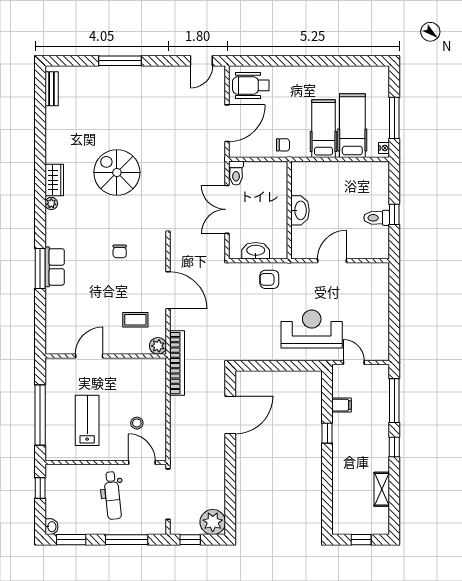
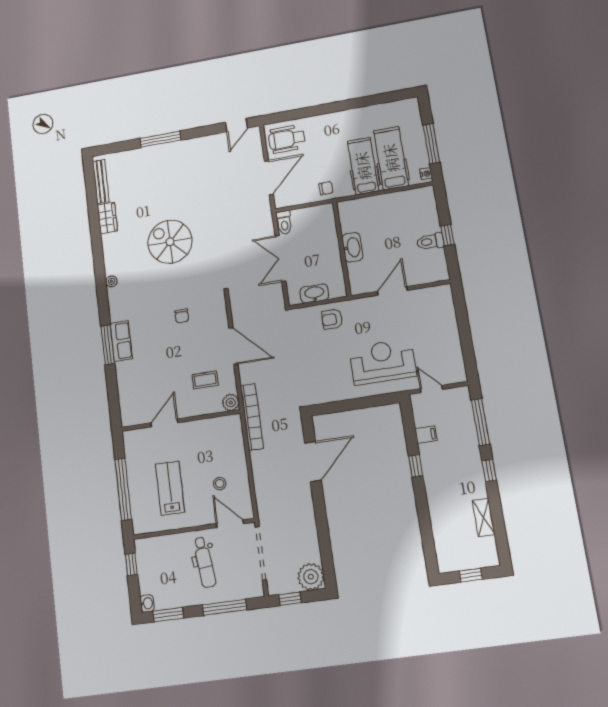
bench: (52, 89) -> (101, 182), width x1.36
wardrobe: (54, 180) -> (107, 218), moved

